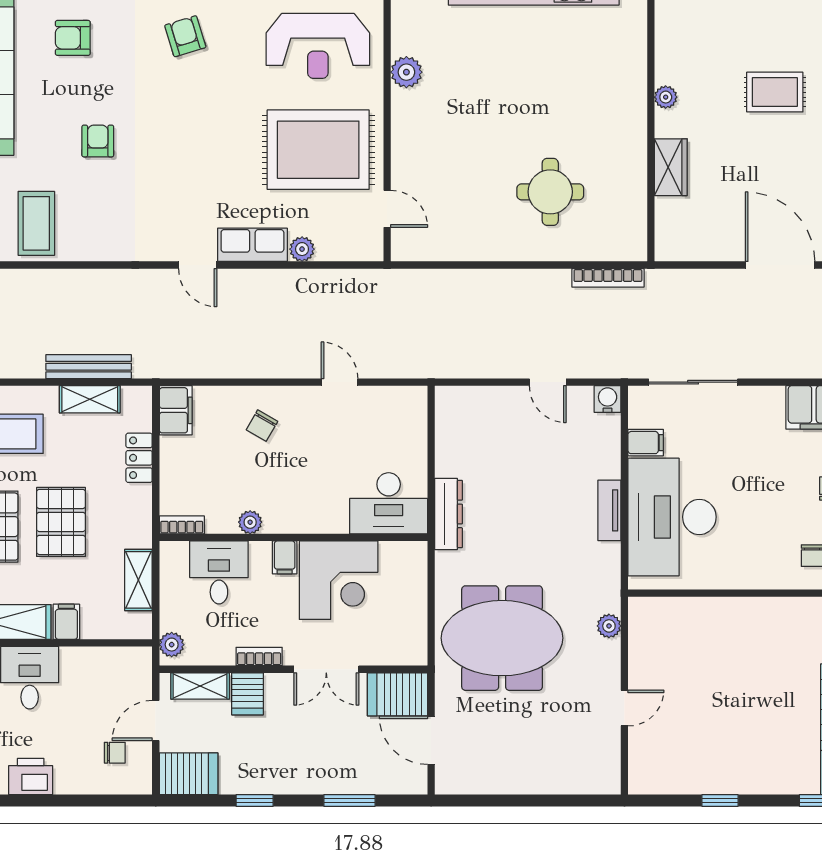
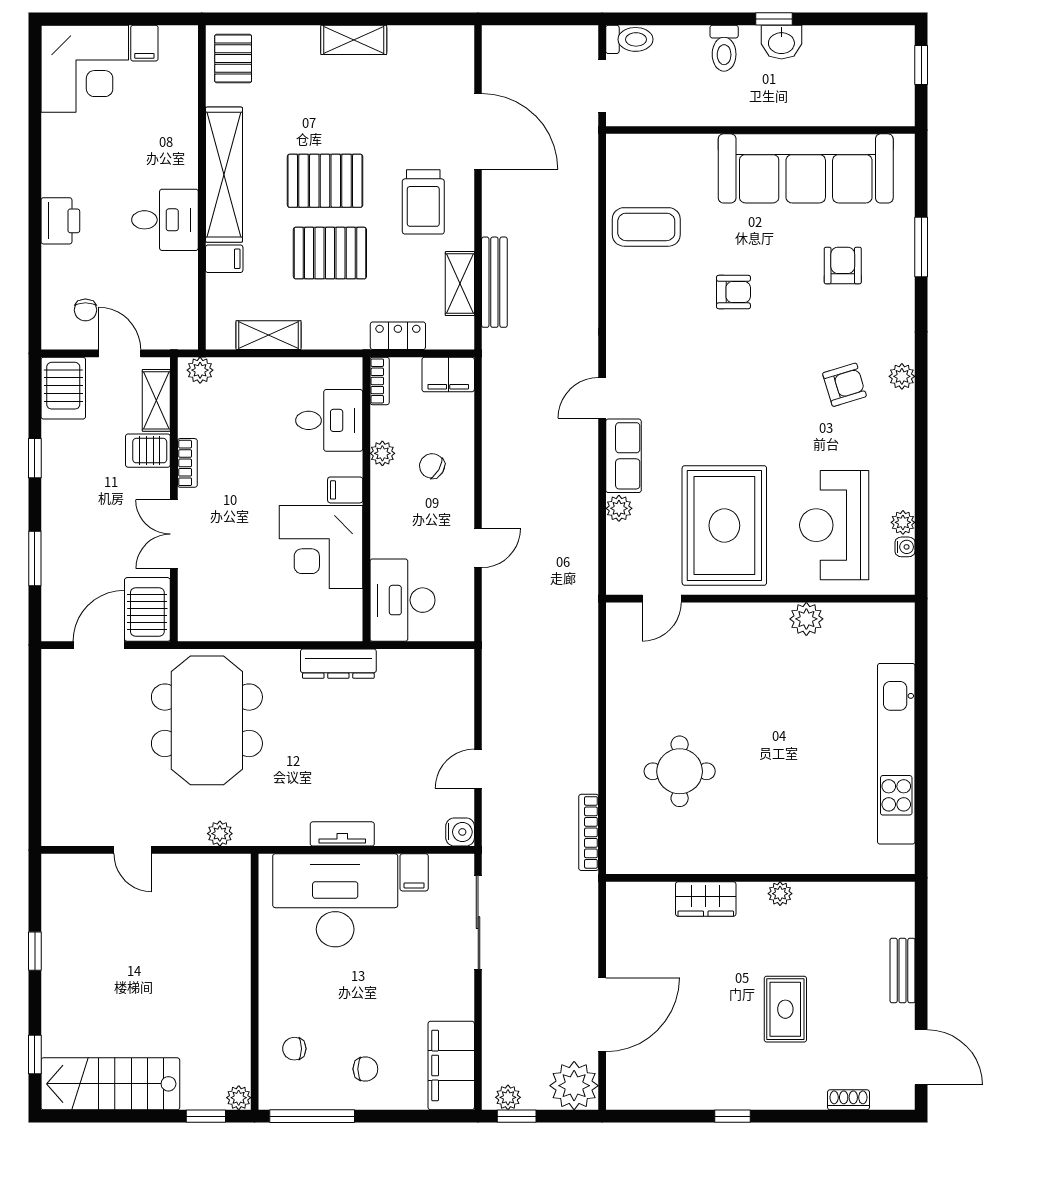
desk: (389, 503) -> (402, 600), moved
plant: (250, 522) -> (382, 453), moved
bookcase: (182, 525) -> (380, 381), moved
wall: (293, 537) -> (366, 499), moved
filing cabinet: (285, 557) -> (345, 490), moved
desk: (219, 572) -> (329, 420), moved
corner desk: (339, 580) -> (321, 547), moved

